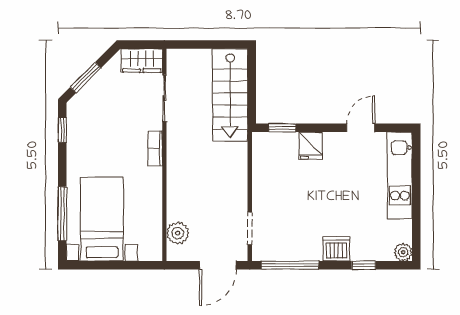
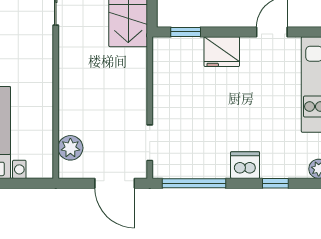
fridge: (311, 146) -> (222, 52), width x1.38
bookcase: (155, 148) -> (46, 54), removed
door: (218, 265) -> (115, 183), hinge flipped

